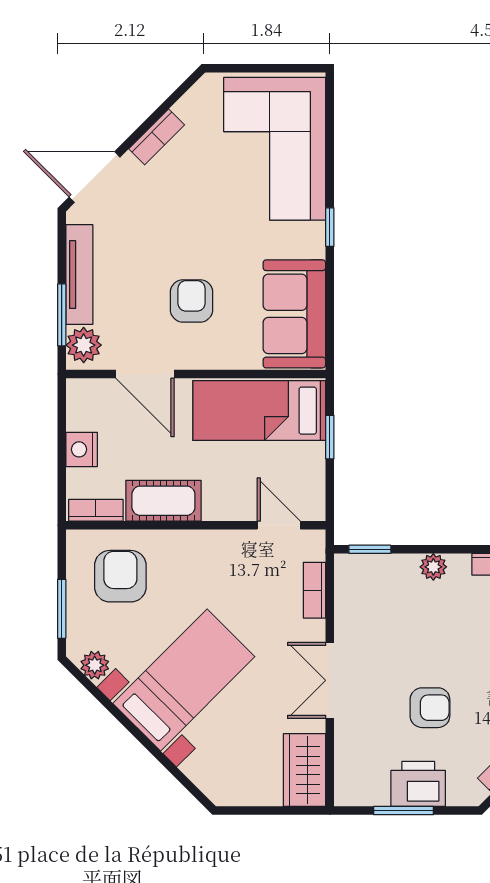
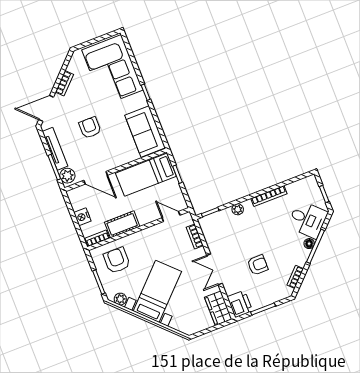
armchair: (192, 301) -> (90, 128), moved
printer: (418, 784) -> (240, 304), moved, turned 90

